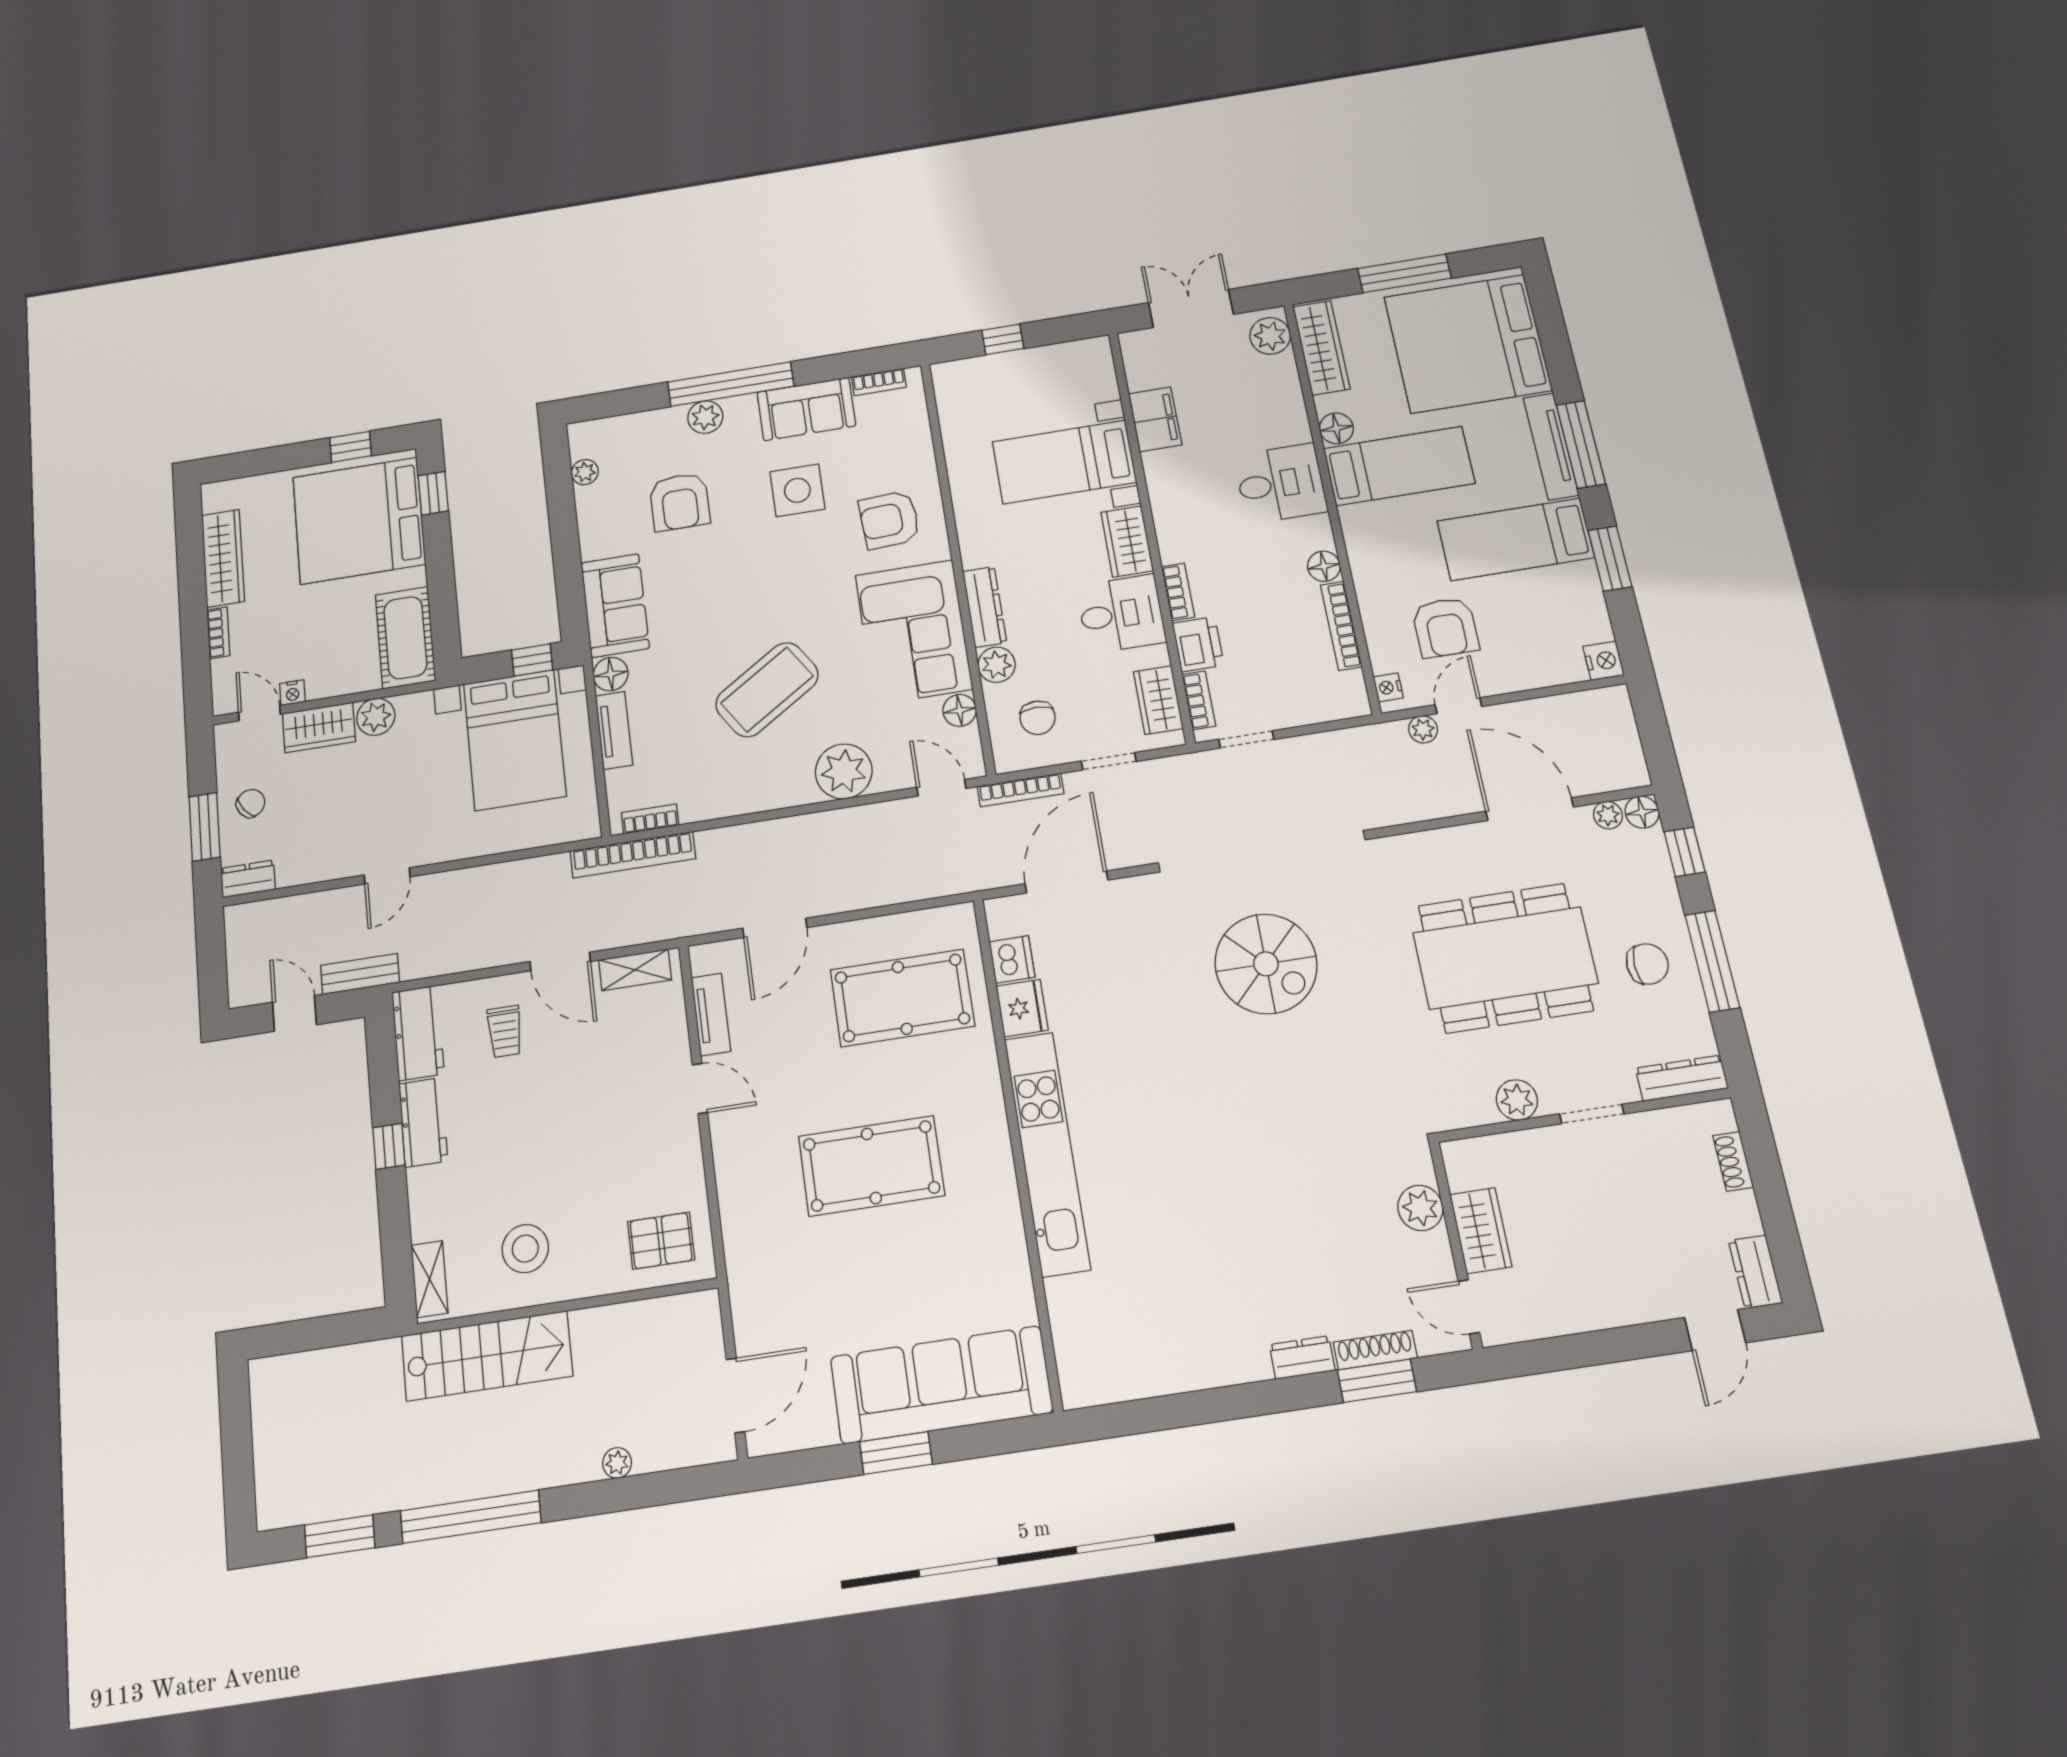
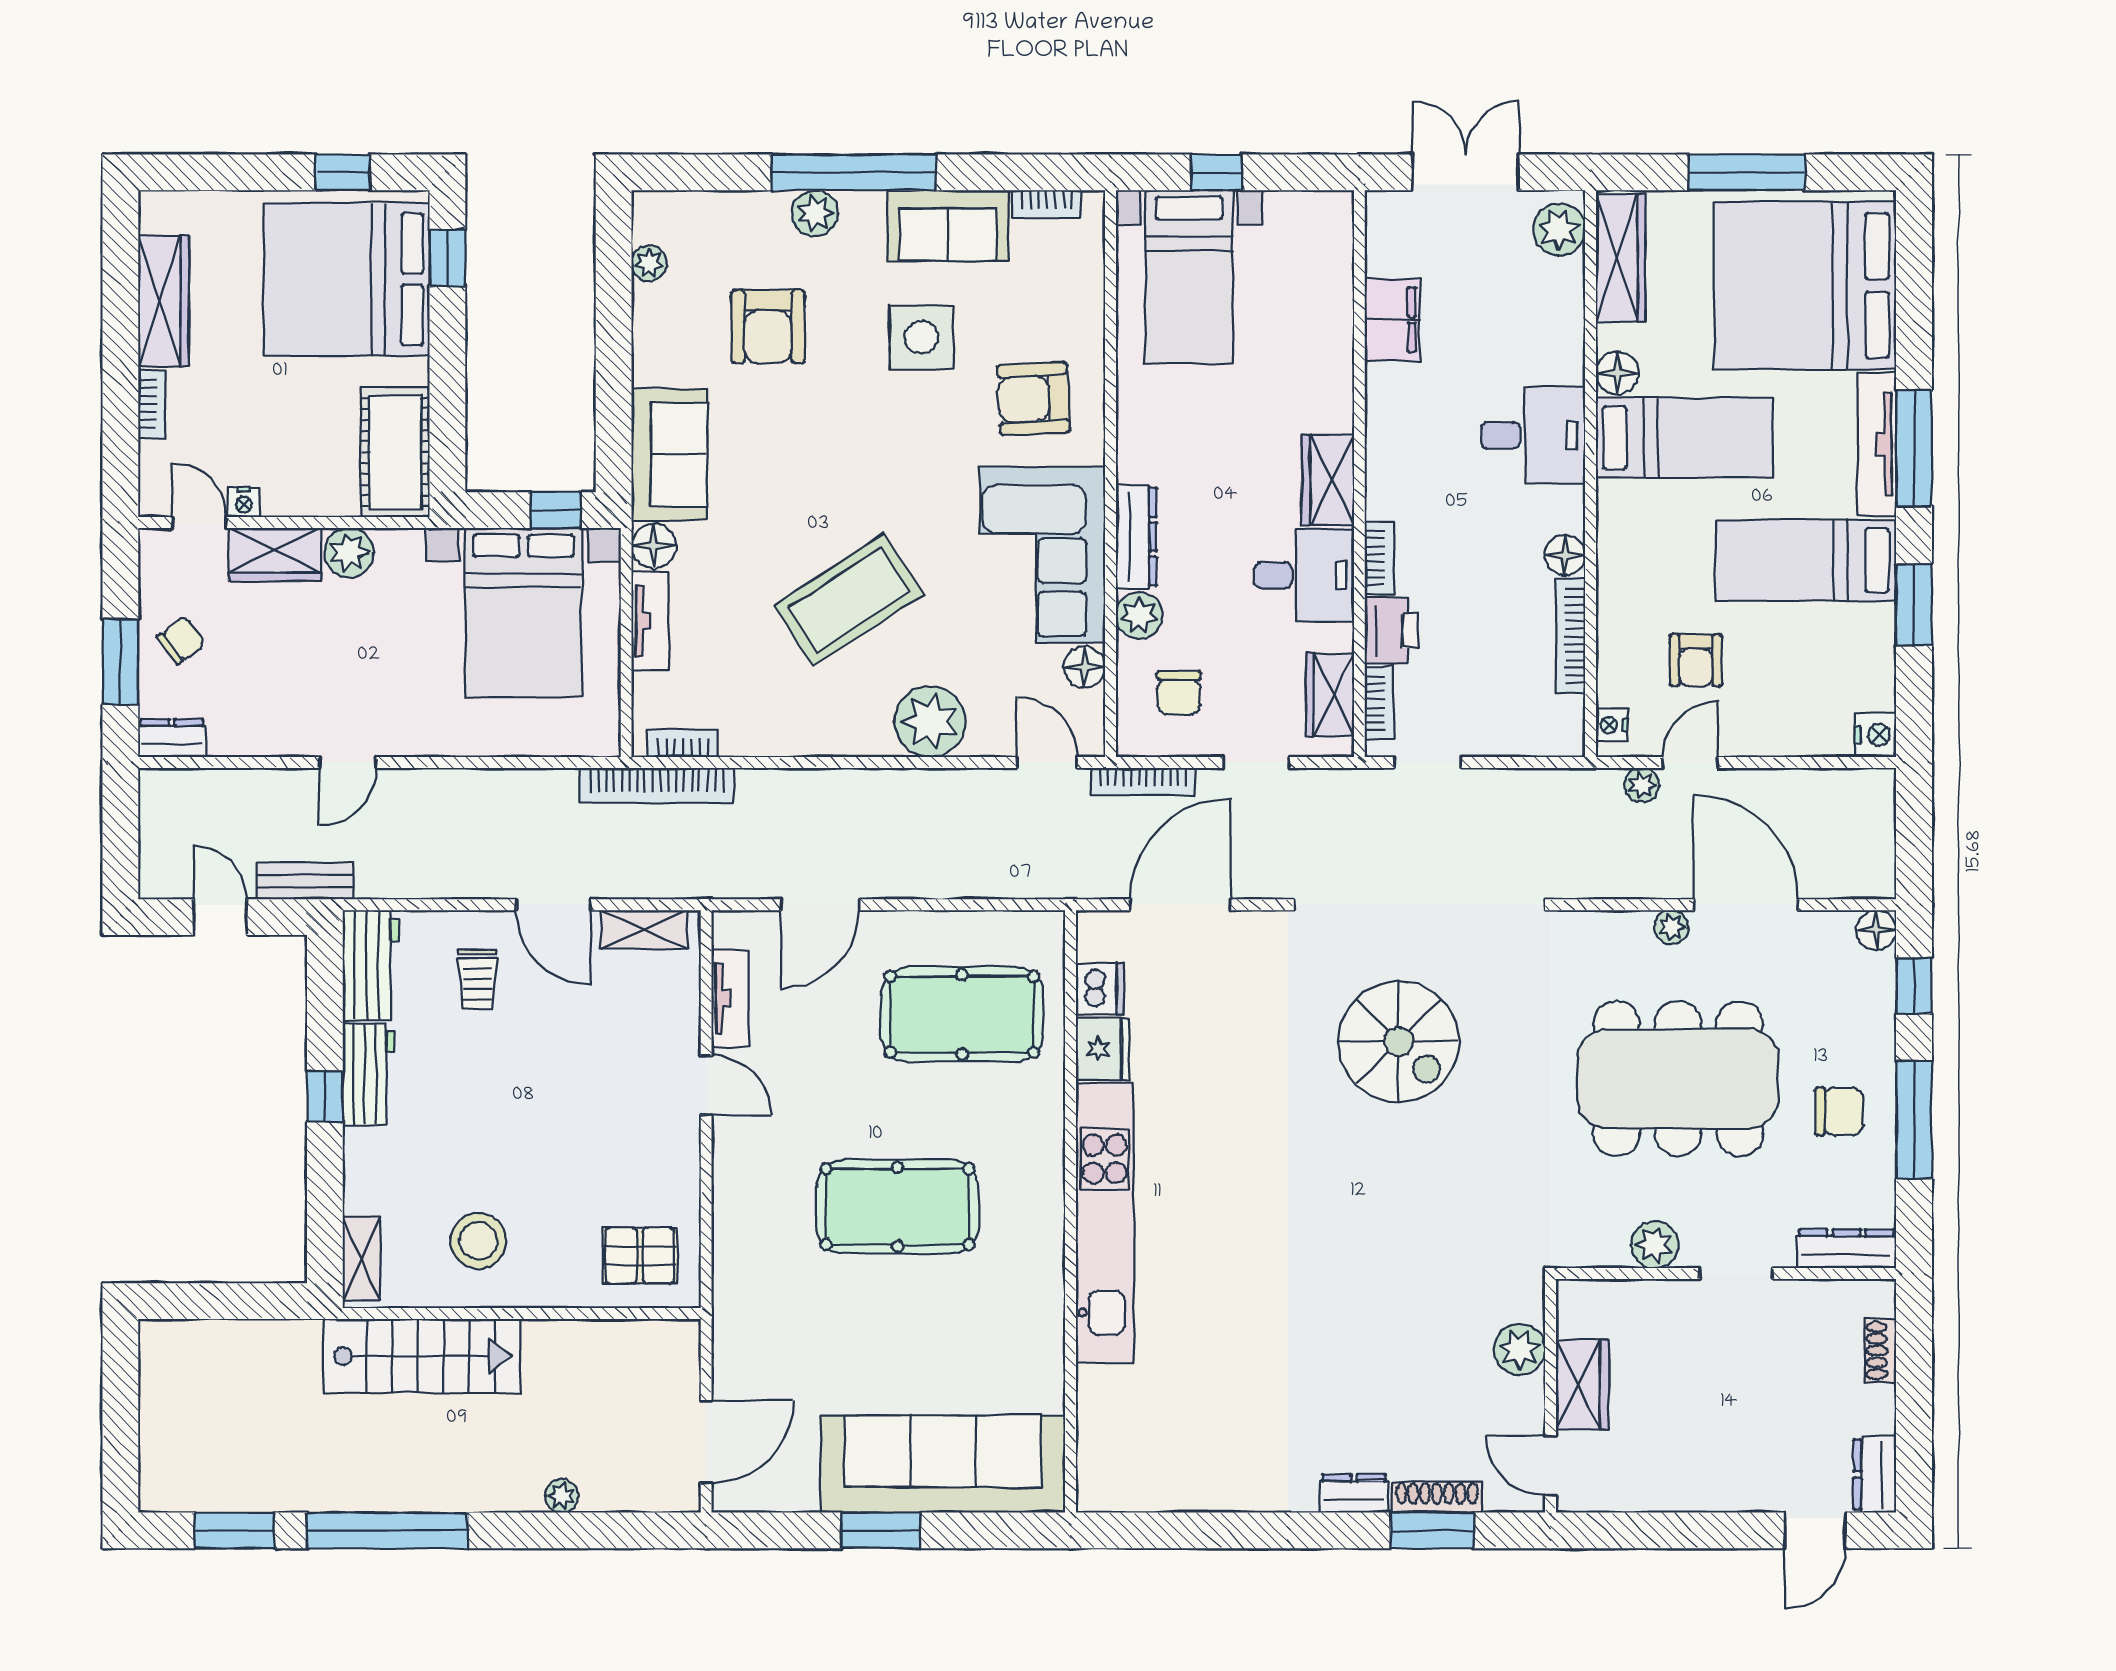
bed with nightstands: (1064, 462) -> (1189, 277), moved, turned -90
armchair: (1445, 627) -> (1696, 660), width x0.72, depth x0.72
plant: (1608, 815) -> (1671, 927), moved

